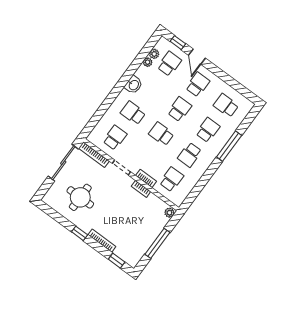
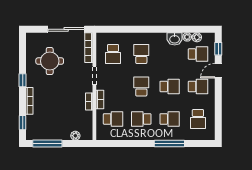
washbasin: (134, 85) -> (175, 39), moved
school desk: (226, 105) -> (198, 119), turned 180
school desk: (115, 138) -> (113, 54), turned 90
plant: (169, 213) -> (75, 136), moved
window: (157, 243) -> (47, 144), moved

